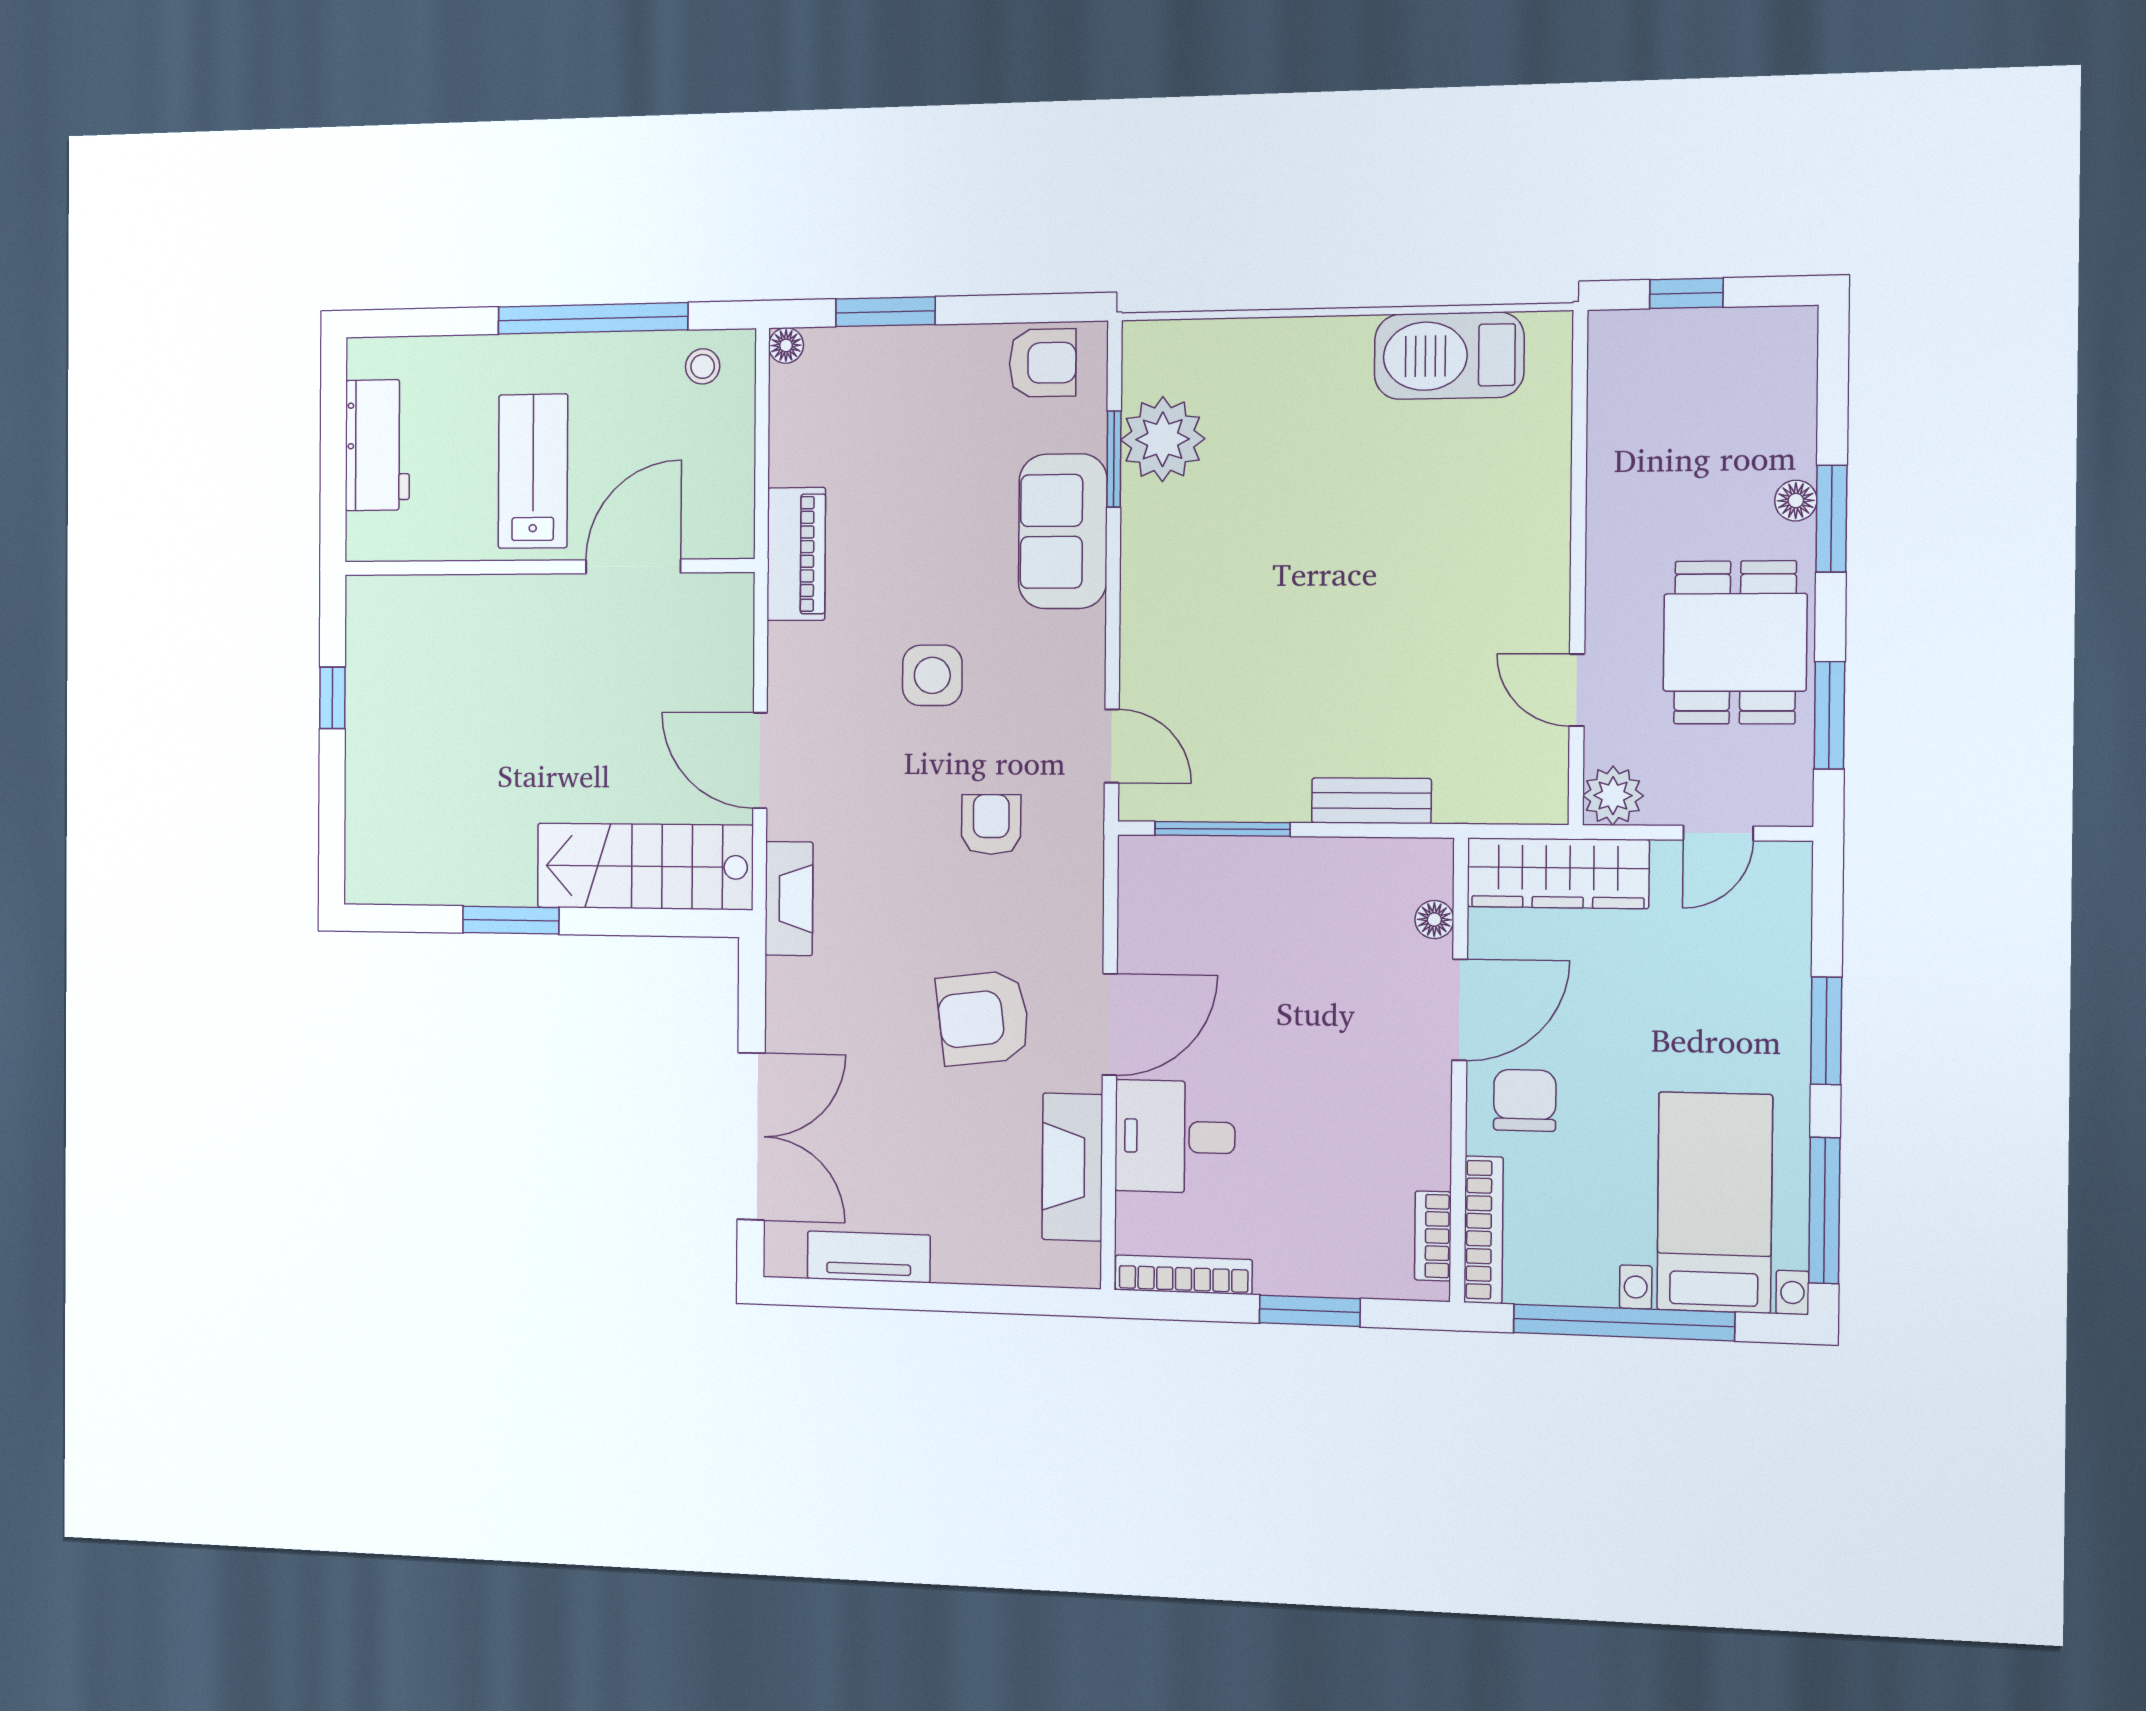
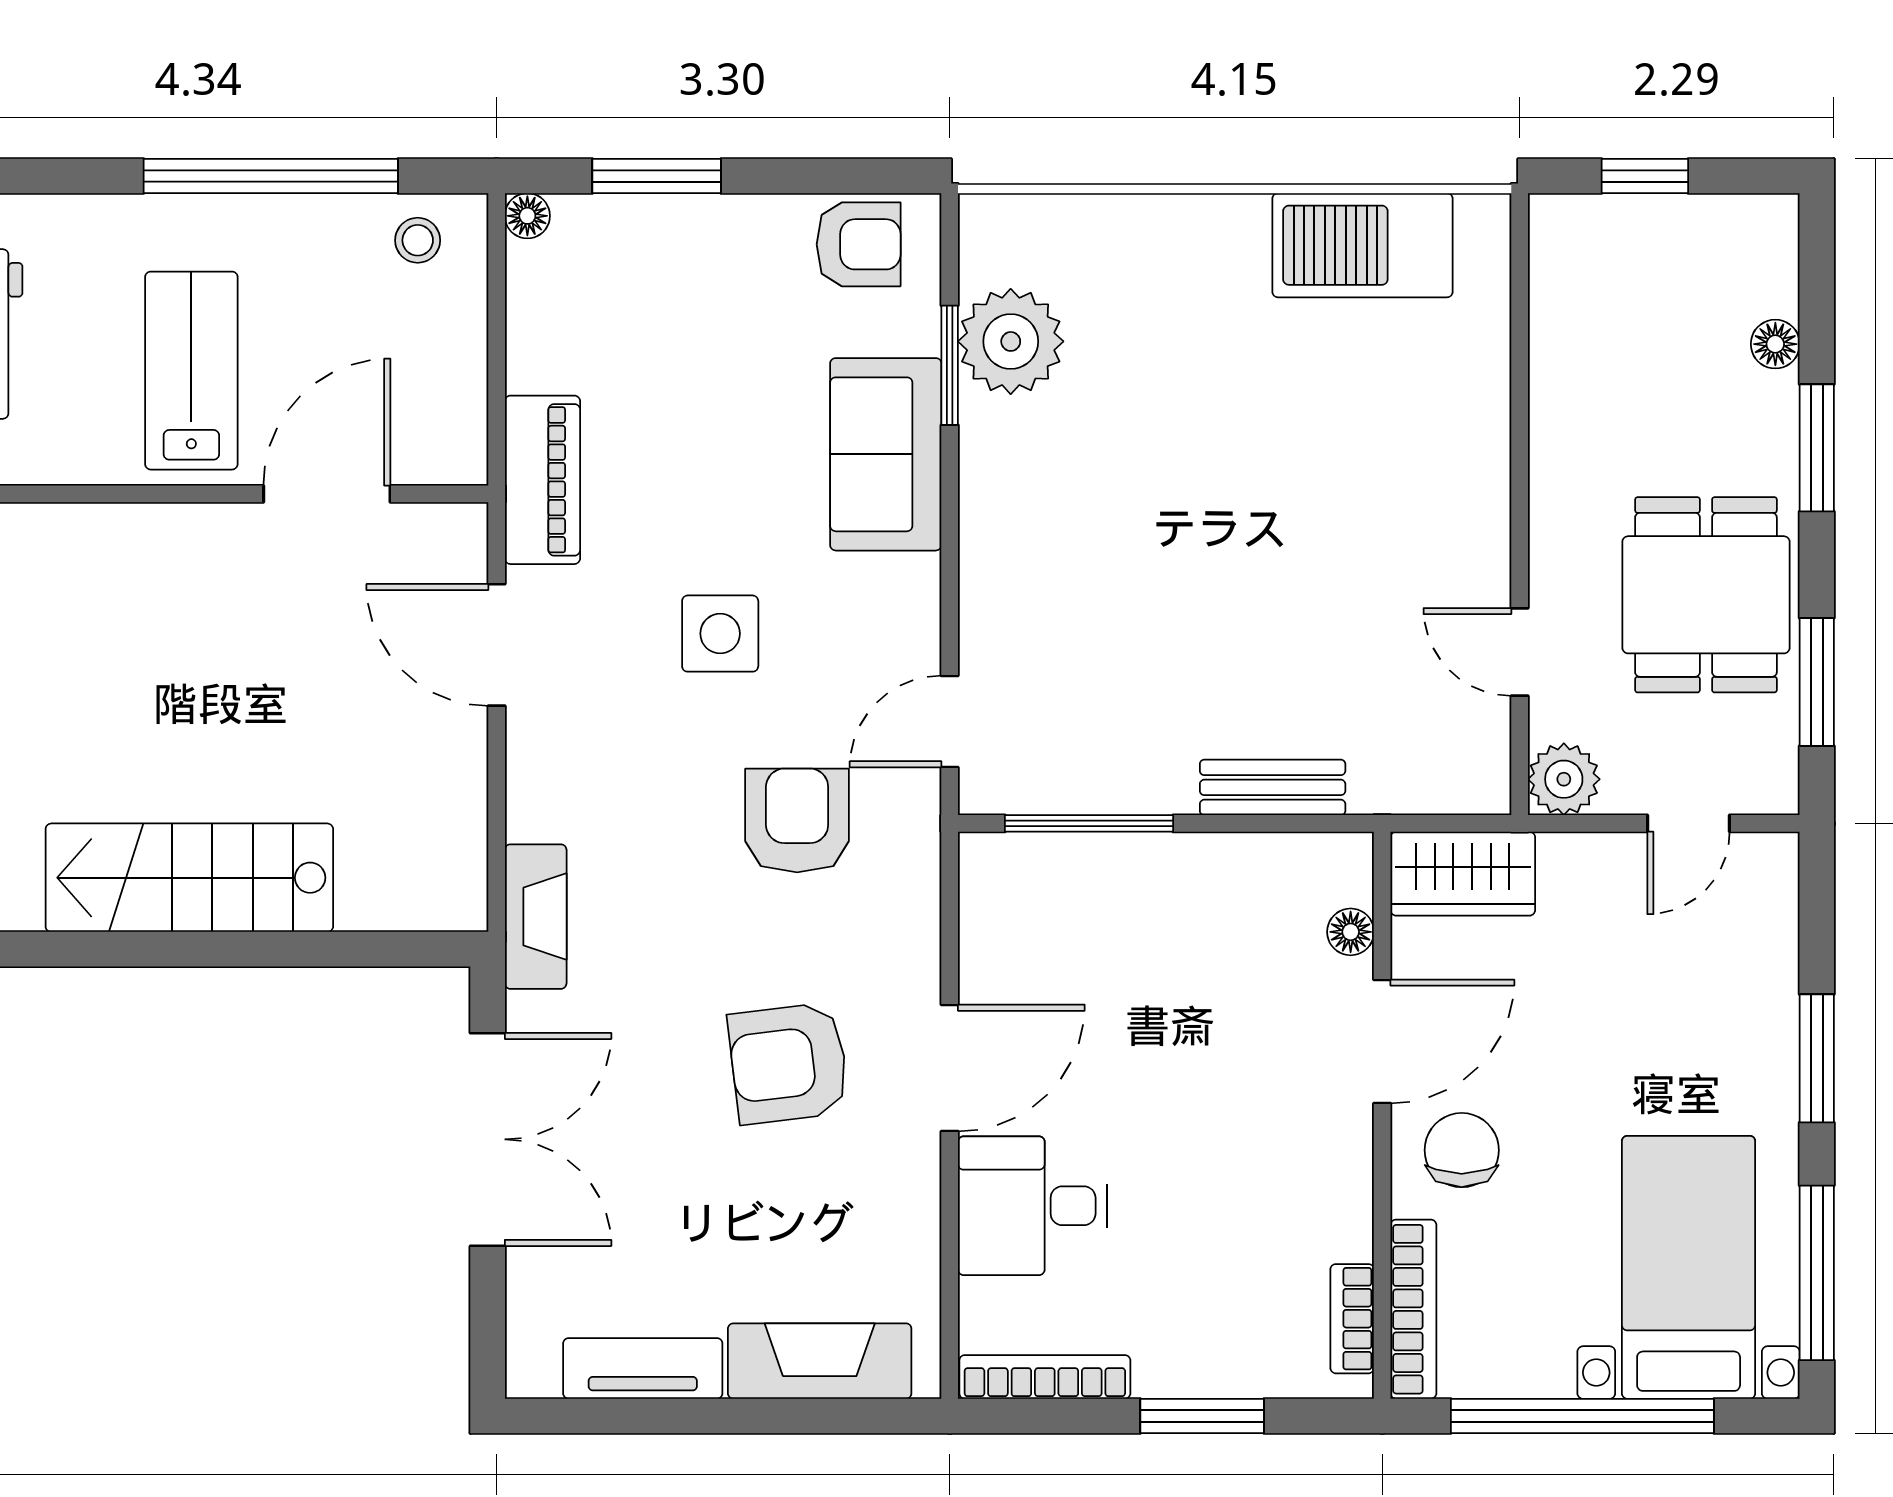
floor lamp: (1796, 501) -> (1775, 344), moved
door: (1112, 746) -> (950, 722), swing flipped
door: (760, 761) -> (497, 645), moved
armchair: (991, 824) -> (797, 820), width x1.38, depth x1.38
stairs: (645, 866) -> (189, 878), moved
wardrobe: (1558, 873) -> (1463, 874), width x0.67
window: (511, 920) -> (164, 949), removed
double door: (751, 1136) -> (488, 1139), moved
fireplace: (1072, 1167) -> (820, 1361), moved, turned 90

